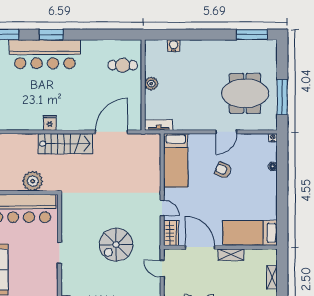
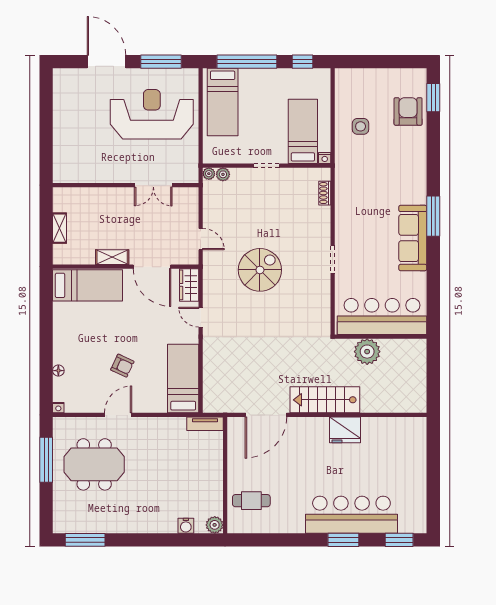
plant: (151, 84) -> (215, 525), moved
fridge: (50, 123) -> (345, 430), width x1.88, depth x1.34

